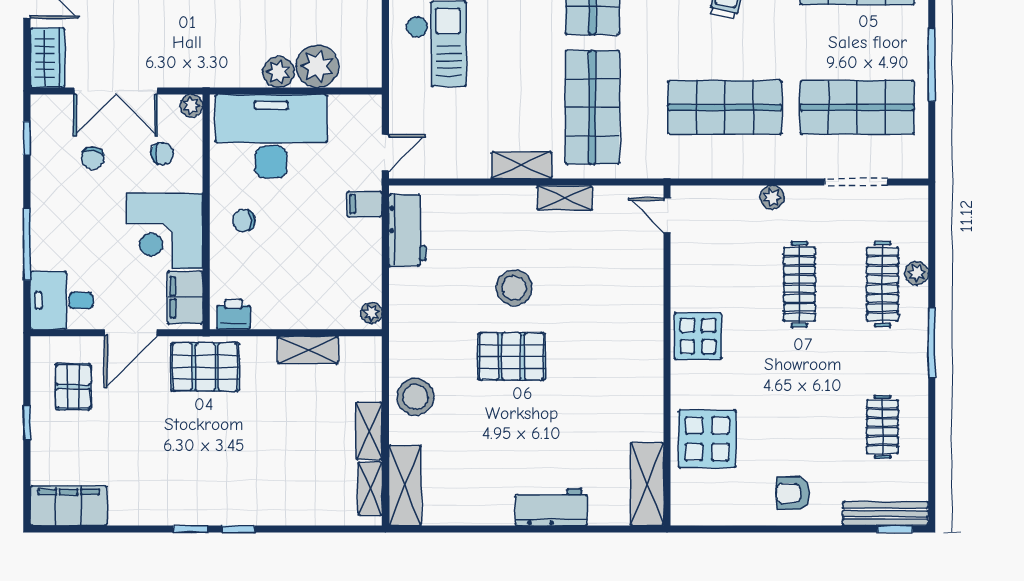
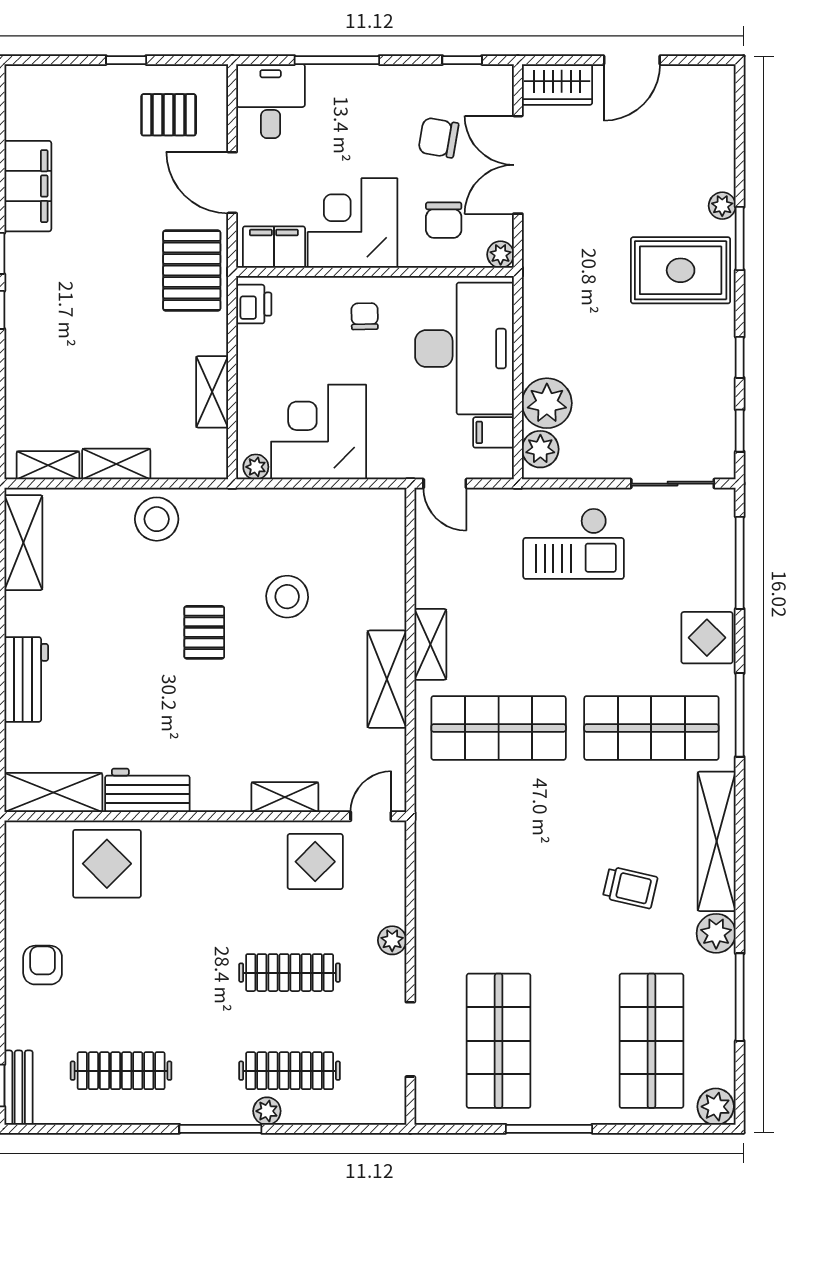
plant: (278, 72) -> (540, 449), moved
shop shelf: (725, 107) -> (499, 884), removed
chair: (162, 154) -> (444, 220), width x1.37, depth x1.37
chair: (93, 158) -> (438, 138), width x1.37, depth x1.37
shelving: (565, 198) -> (387, 679), width x1.50, depth x1.33
filing cabinet: (365, 204) -> (493, 432), moved, turned -90
workbench: (407, 230) -> (147, 790), moved, turned 180
corner desk: (342, 260) -> (319, 432), added
plant: (917, 273) -> (267, 1111), moved
stool: (514, 288) -> (287, 597), moved
shelving: (651, 288) -> (285, 797), added
display table: (698, 336) -> (315, 862), moved
pallet: (511, 356) -> (204, 632), width x0.67, depth x0.71
clothes rail: (882, 427) -> (121, 1071), width x1.36
shelving: (405, 485) -> (23, 543), moved, turned 90
filing cabinet: (69, 506) -> (28, 186), moved
bench: (885, 514) -> (19, 1088), width x0.73

